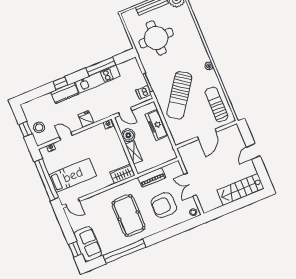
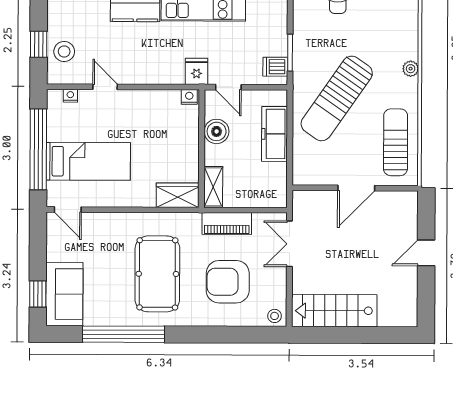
fridge: (86, 119) -> (197, 71), moved
shelving: (134, 152) -> (213, 187), moved
double door: (190, 185) -> (289, 244), moved
stairs: (241, 189) -> (334, 311), moved

